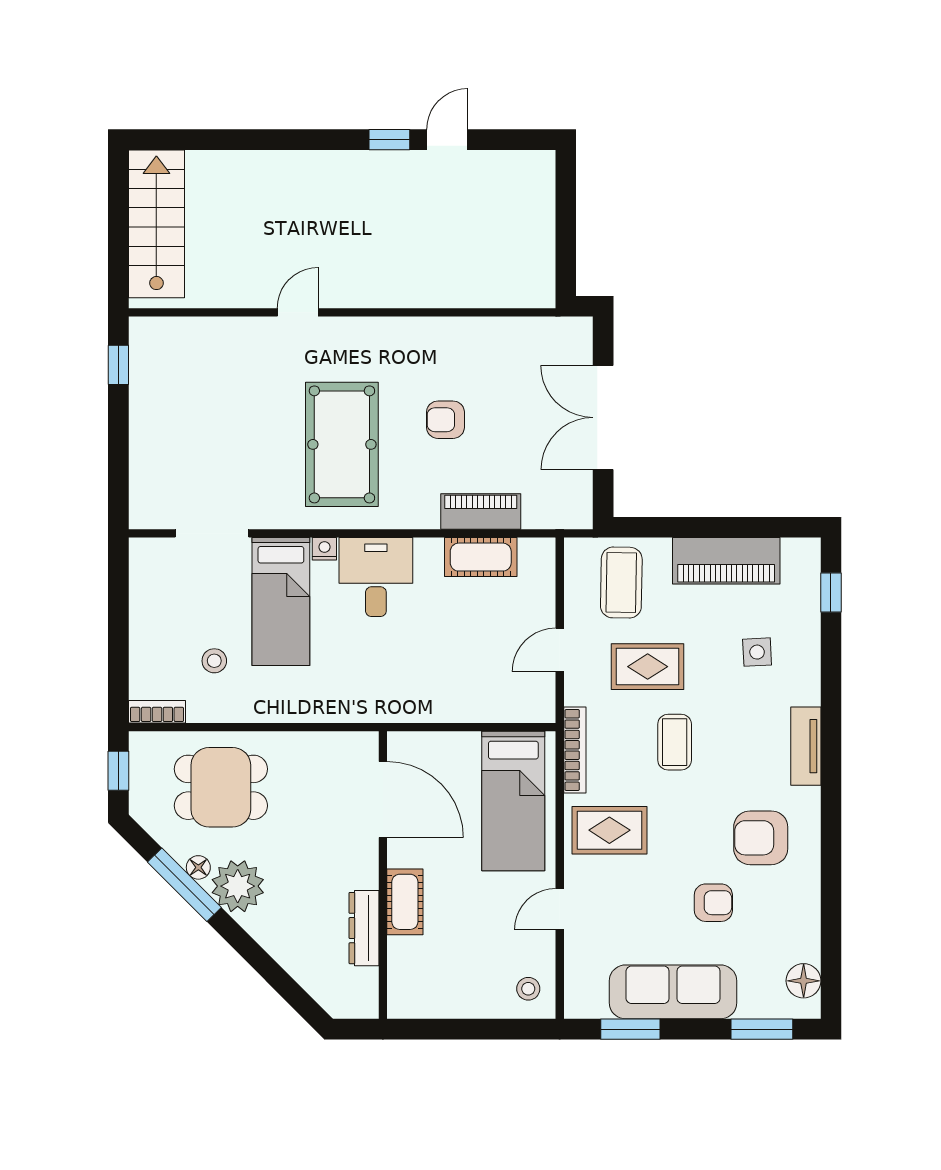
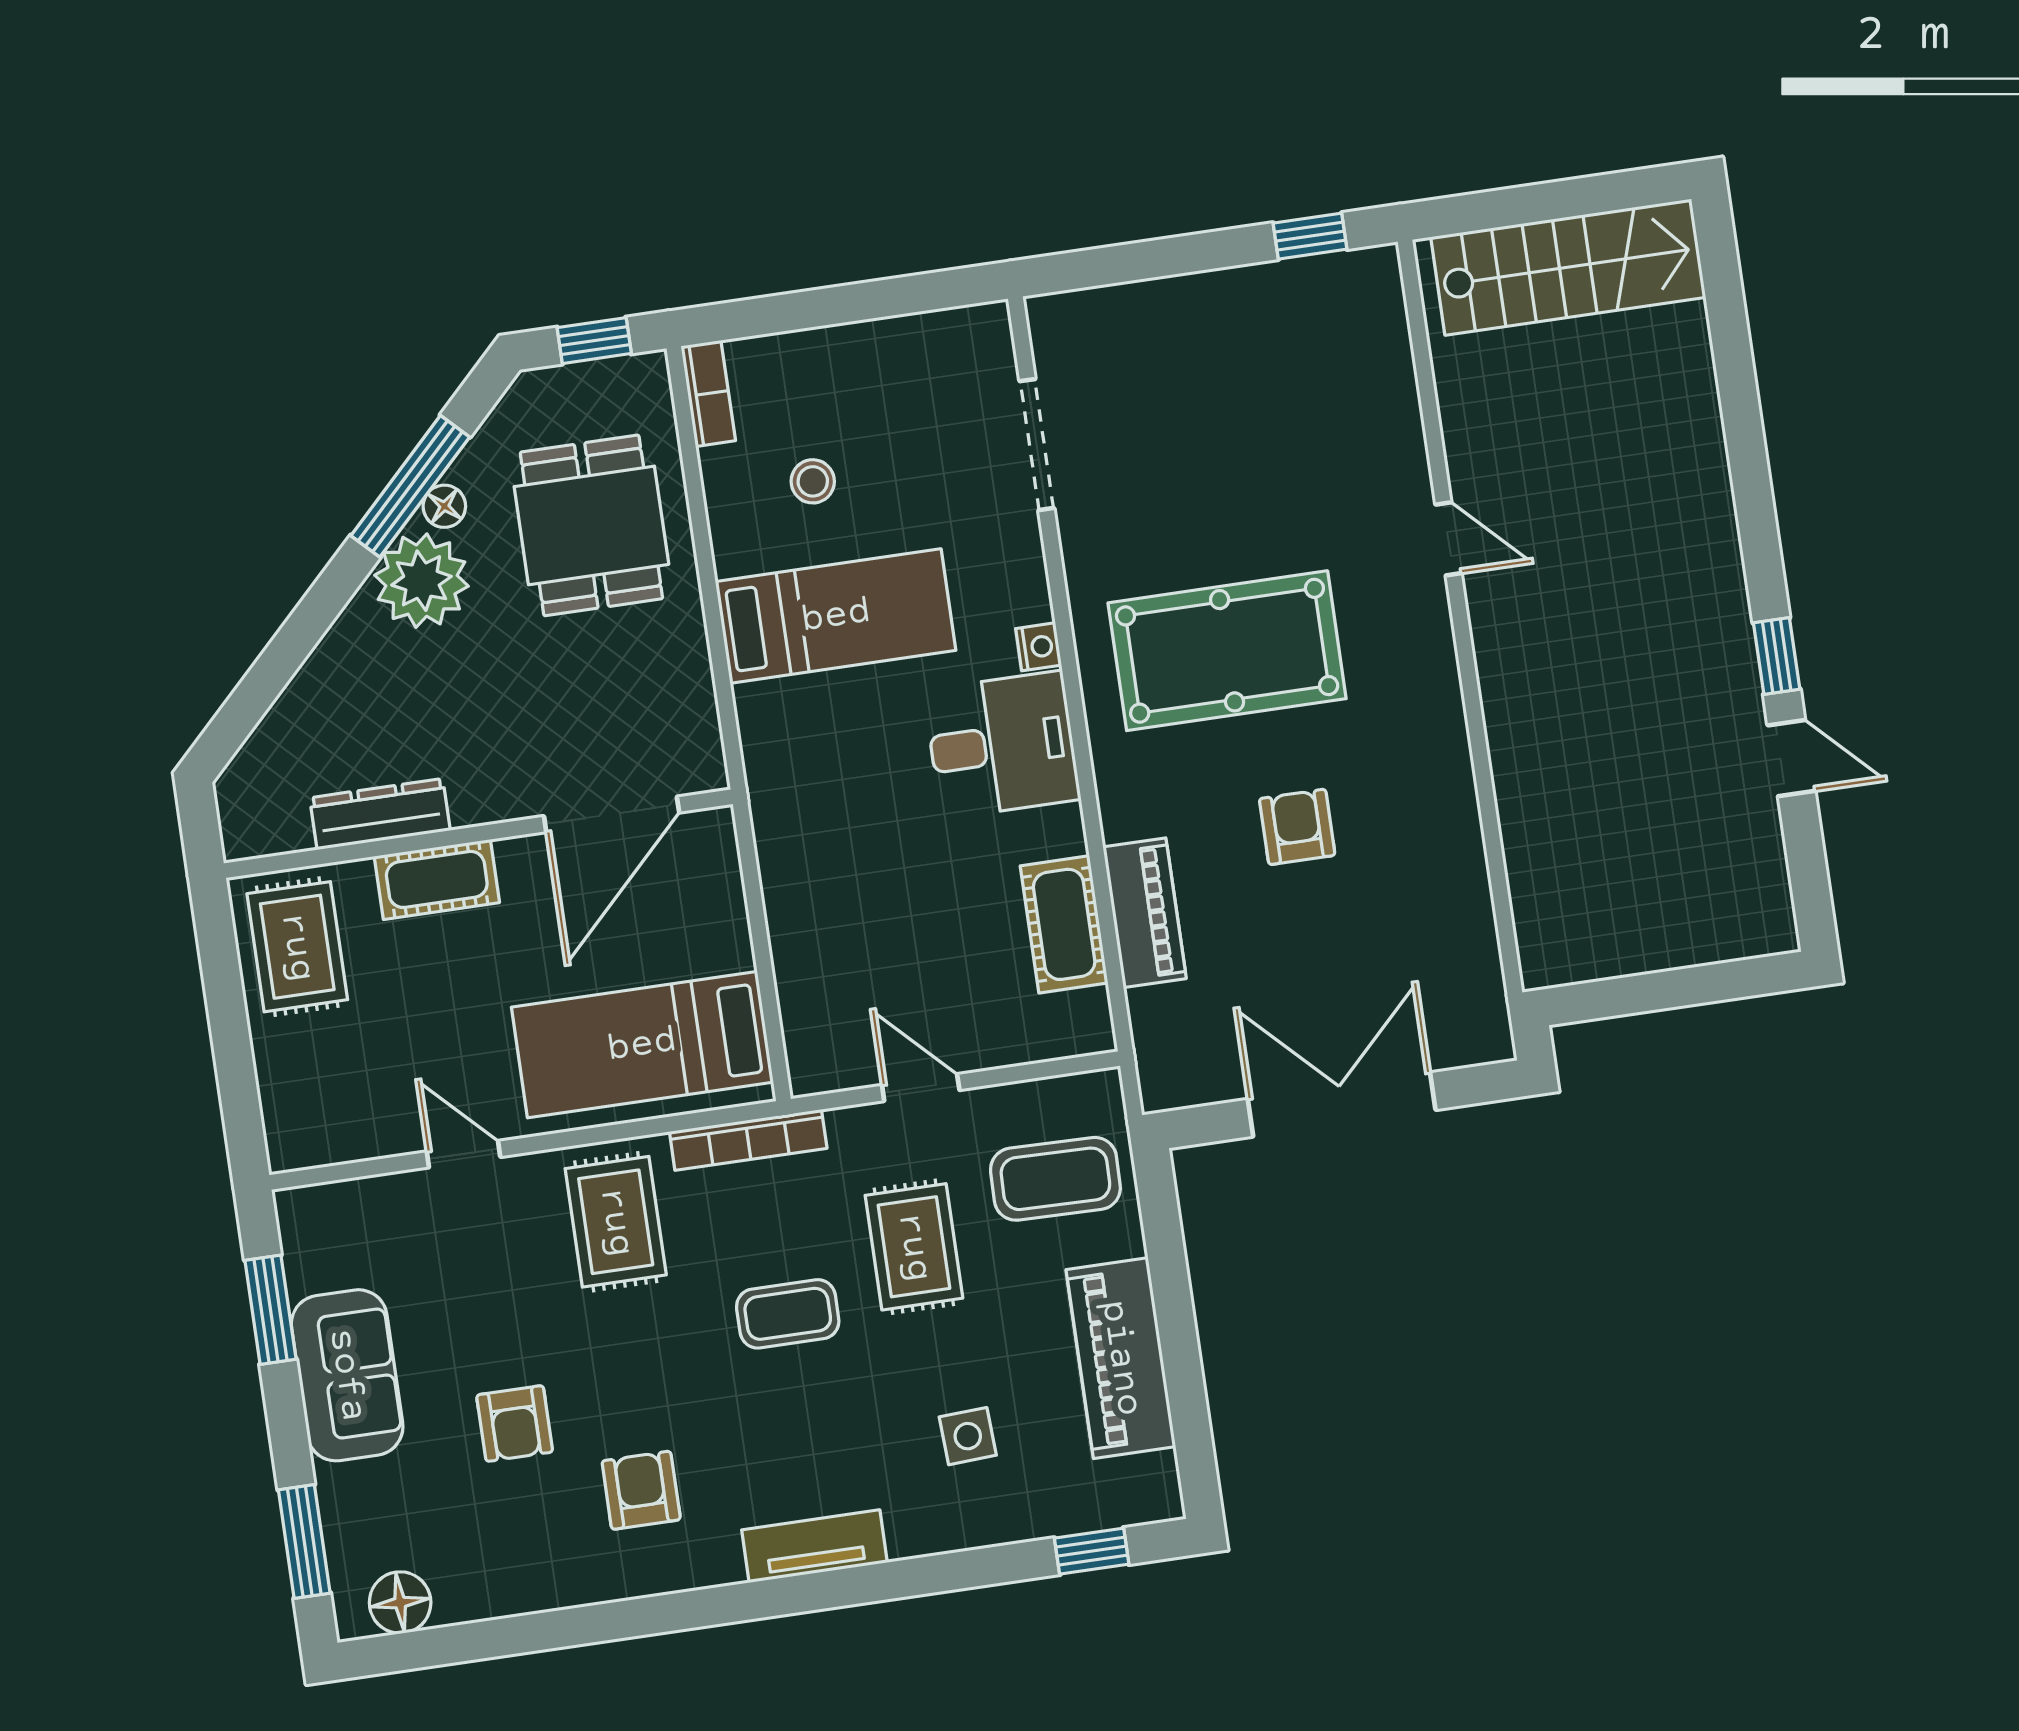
bed: (281, 601) -> (836, 616), moved, turned 180
armchair: (761, 838) -> (641, 1490), width x0.72, depth x0.72
rug: (431, 985) -> (297, 947), added
stool: (528, 989) -> (315, 1119), removed
sofa: (673, 992) -> (347, 1375), width x0.73

